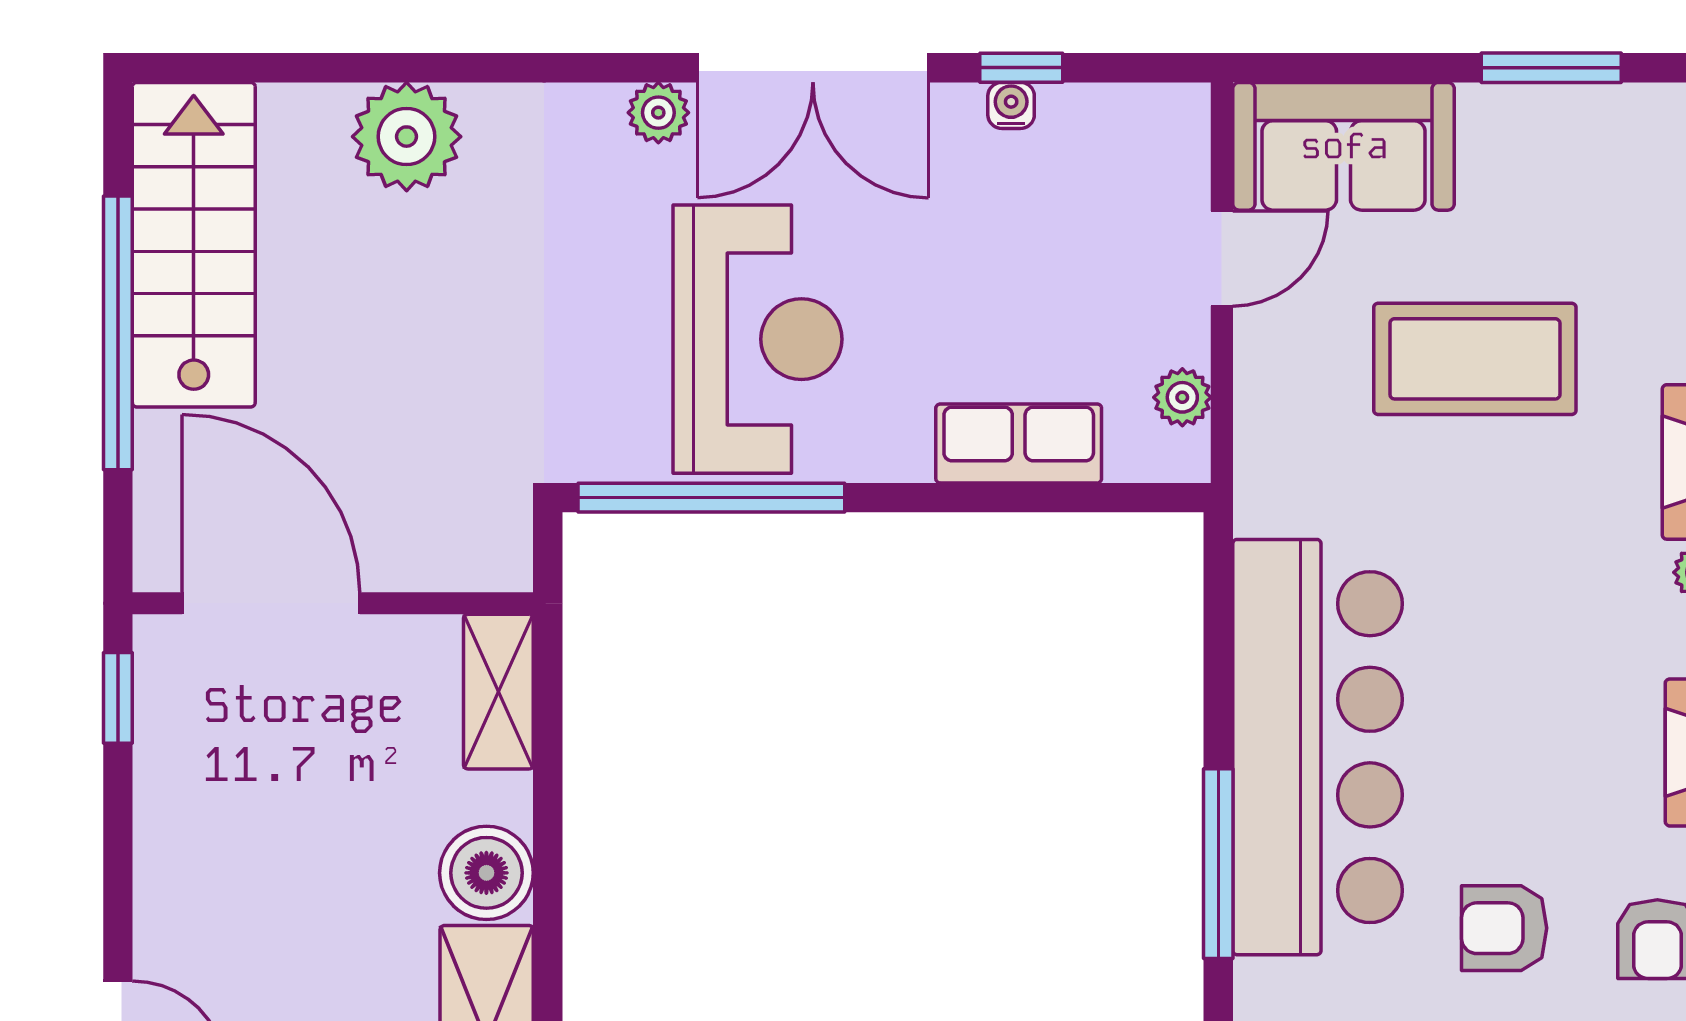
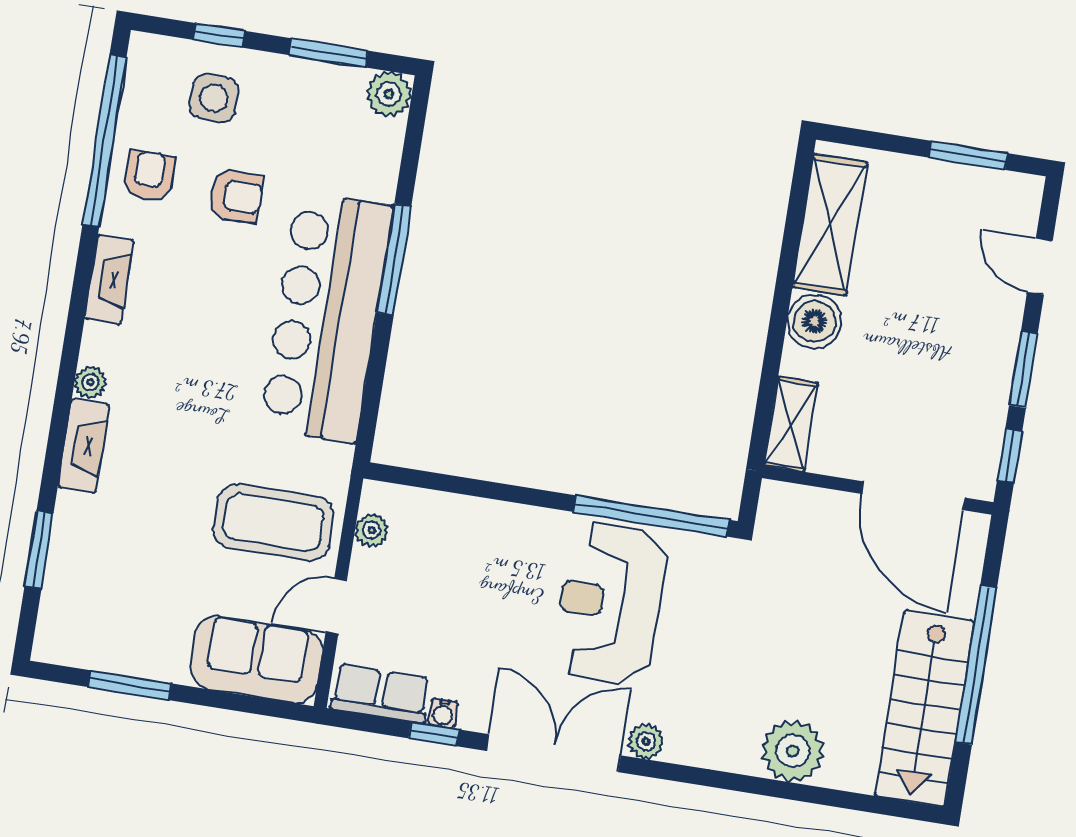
coffee table: (1475, 359) -> (273, 522), moved
row of seats: (1019, 443) -> (381, 694), moved, turned 180
window: (118, 848) -> (1023, 369), added

